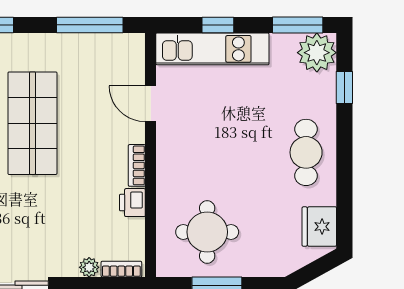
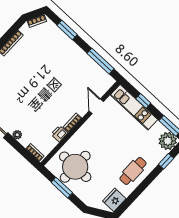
shop shelf: (32, 123) -> (51, 76), removed
round table: (207, 232) -> (75, 167), width x1.36, depth x1.36
plant: (89, 267) -> (17, 135), moved

